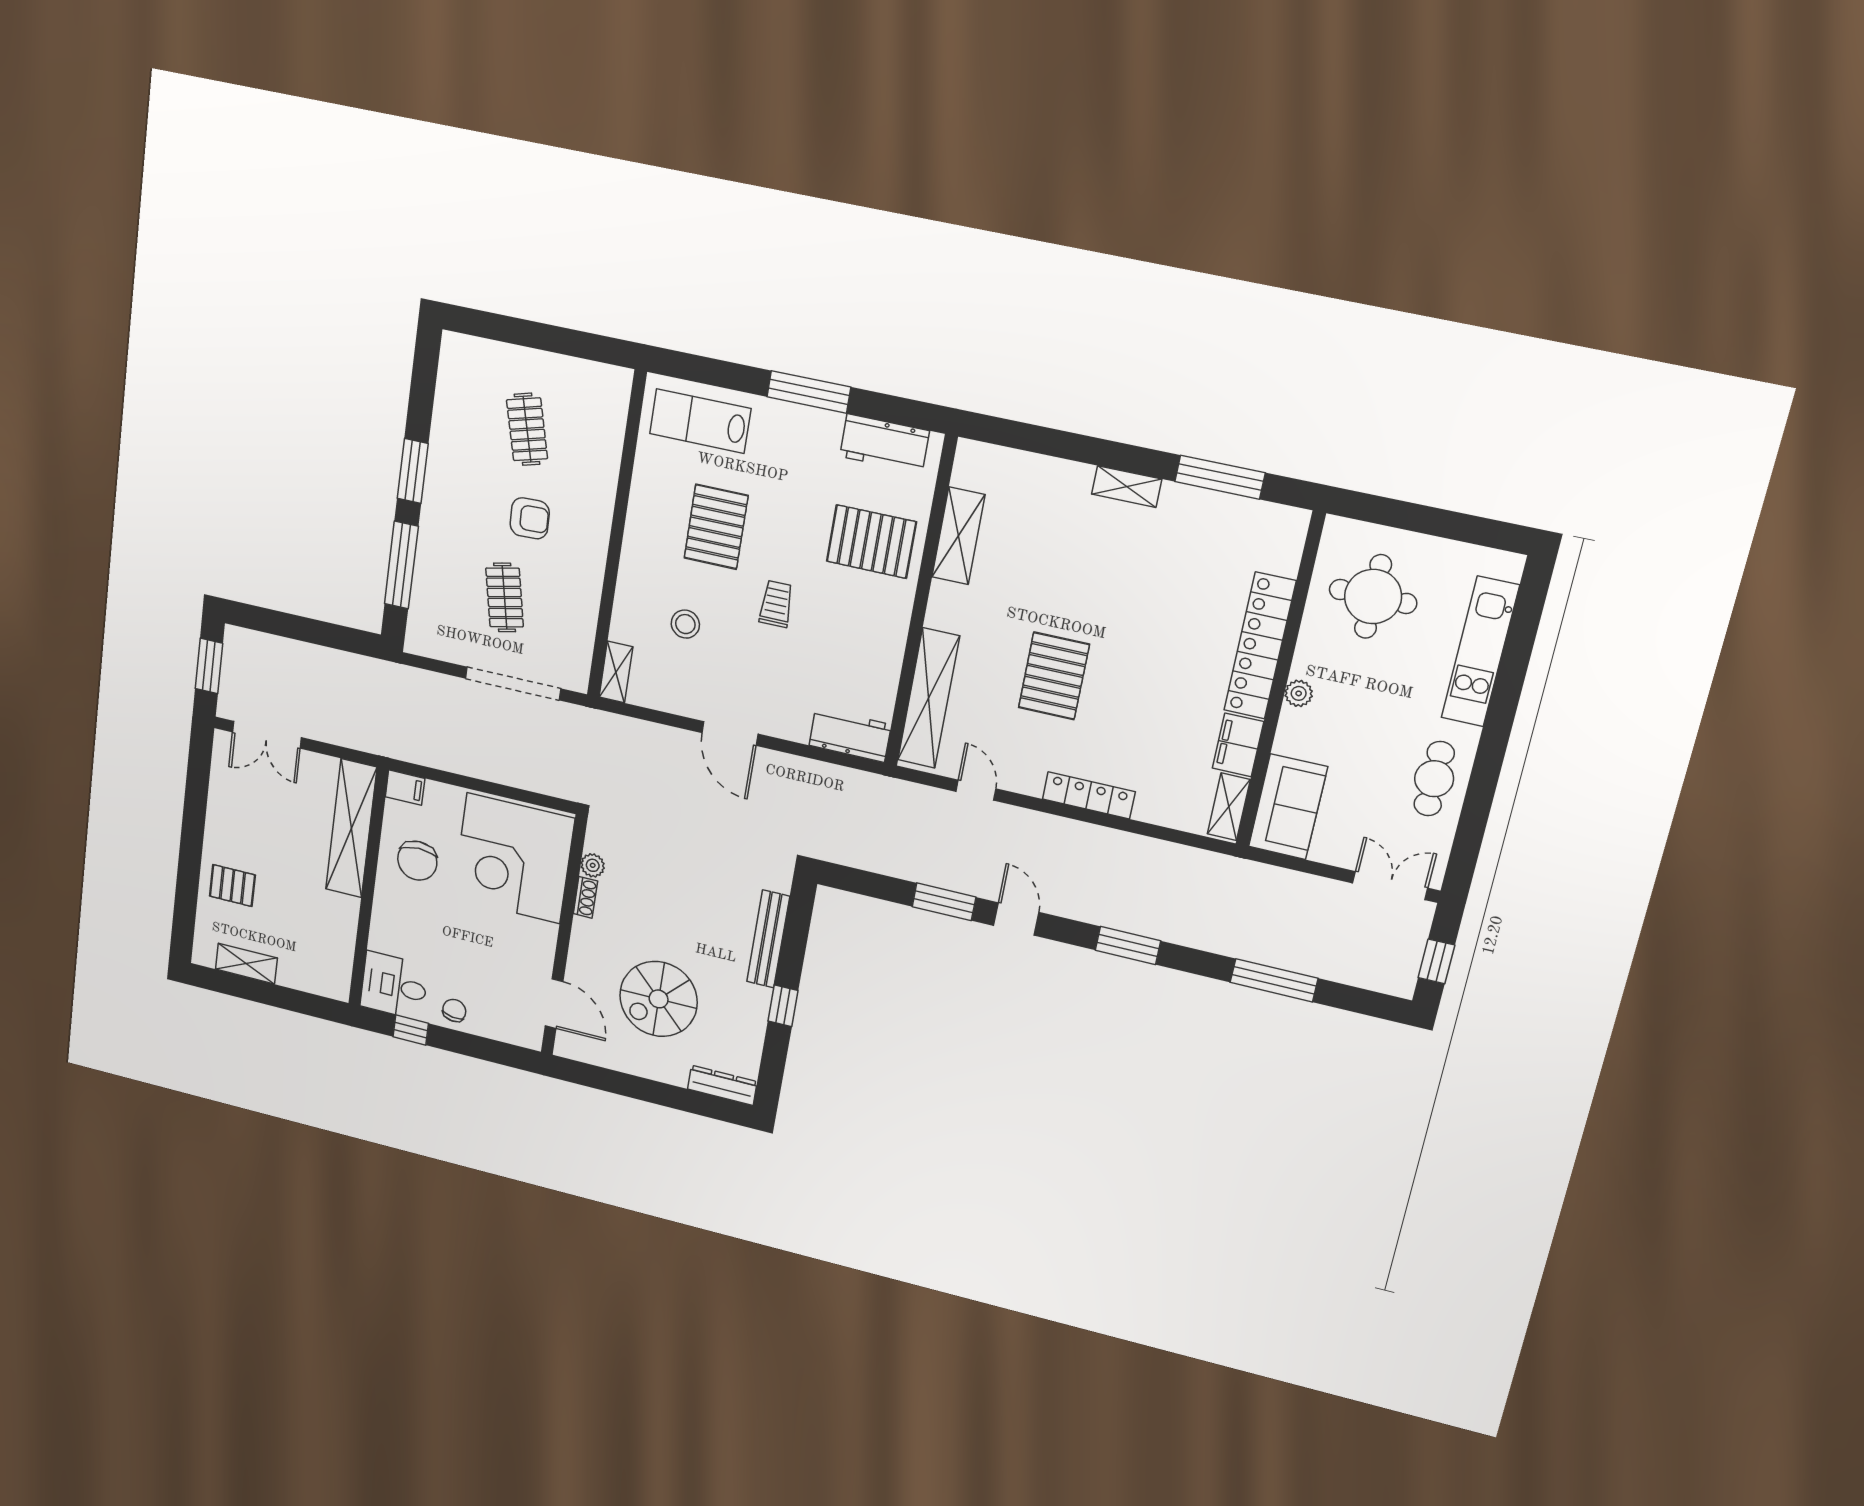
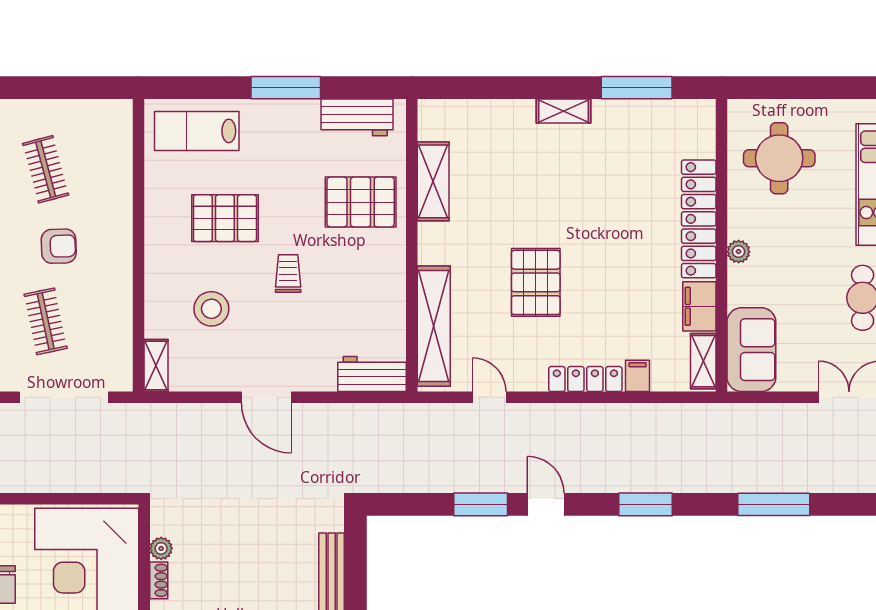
pallet: (716, 527) -> (225, 218), turned 90
stool: (685, 624) -> (211, 309), width x1.38, depth x1.38
filing cabinet: (1149, 806) -> (638, 376), added

